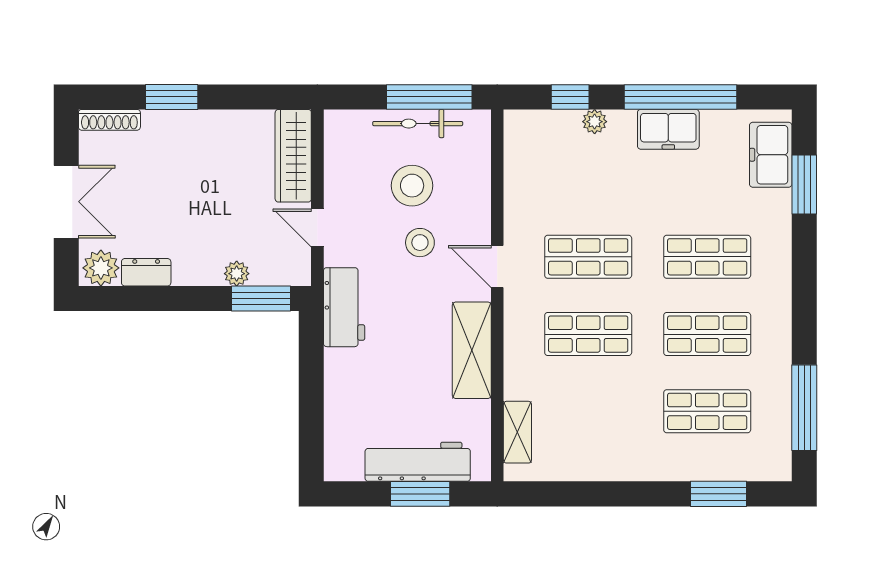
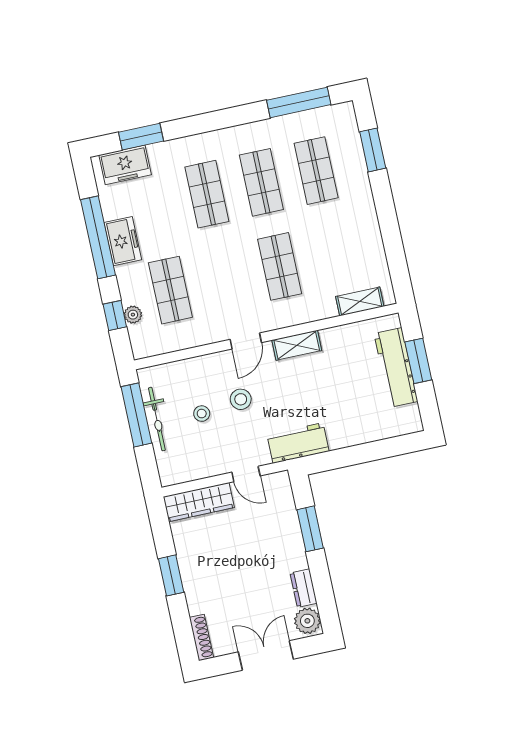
window: (172, 97) -> (171, 575), moved
plant: (595, 122) -> (133, 315), moved
stool: (412, 186) -> (202, 414), width x0.53, depth x0.53
door: (317, 228) -> (246, 474), hinge flipped
shop shelf: (588, 257) -> (170, 290), moved
plant: (237, 274) -> (291, 524), removed
window: (261, 299) -> (310, 529), moved
shelving: (472, 350) -> (297, 345), width x0.67, depth x0.75

